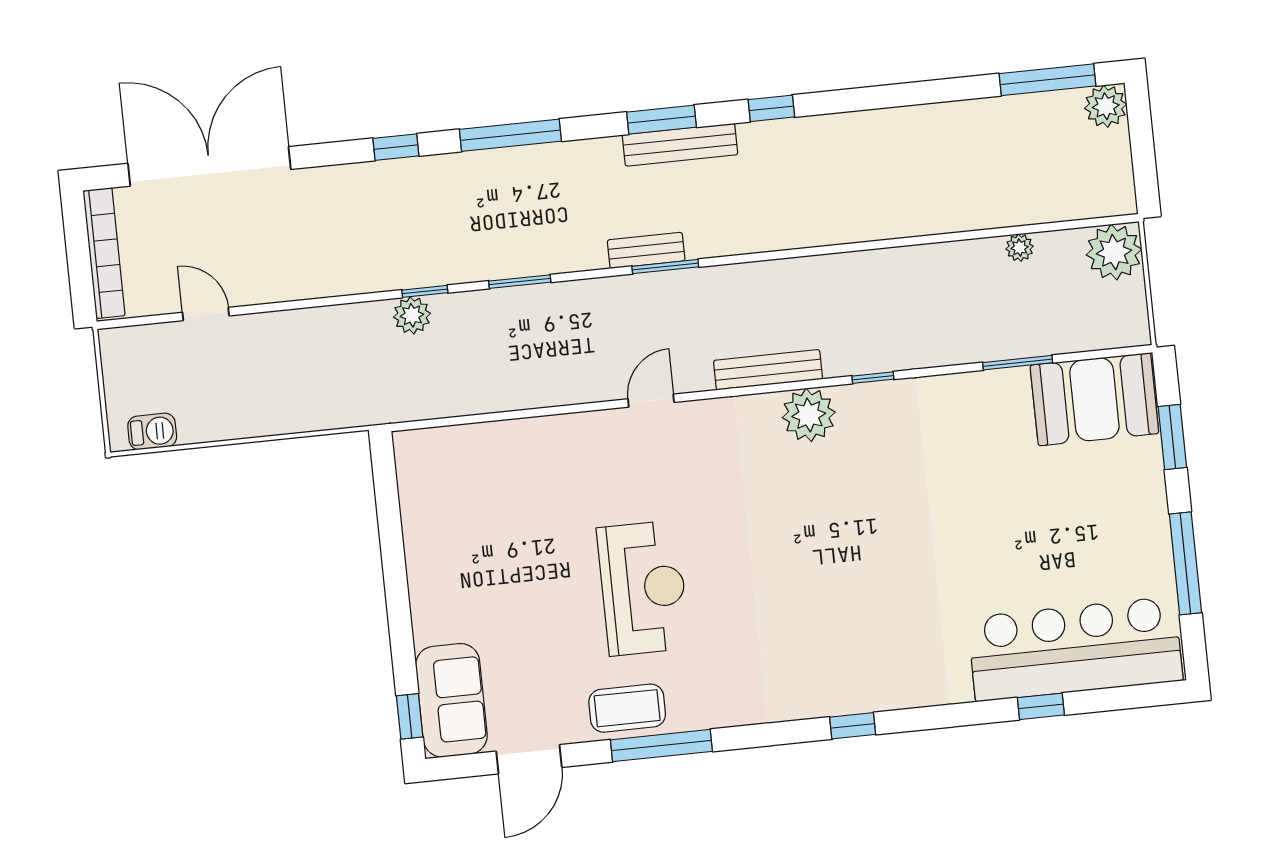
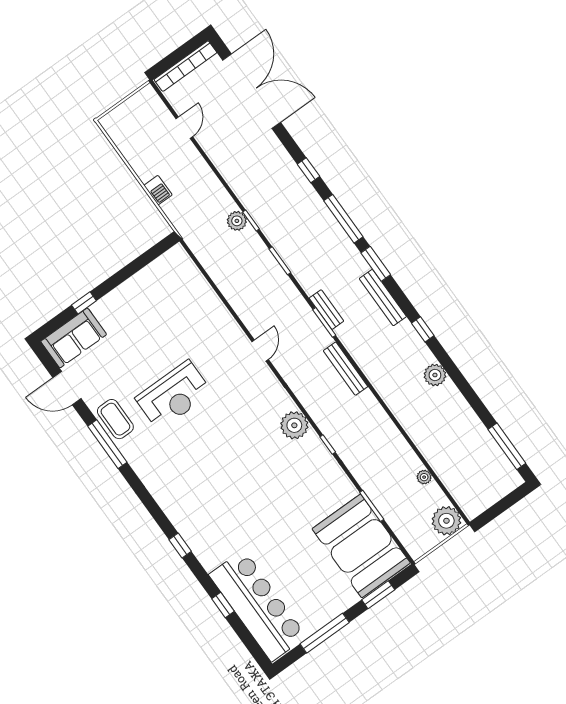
plant: (1106, 106) -> (435, 375), moved
window: (661, 120) -> (376, 264), moved
bench: (768, 370) -> (346, 369), moved
booth: (1094, 399) -> (361, 546), width x1.36, depth x1.42
door: (651, 401) -> (260, 351), hinge flipped
barbecue: (152, 431) -> (158, 190), moved
window: (410, 716) -> (84, 303), moved
window: (853, 726) -> (180, 546), moved

